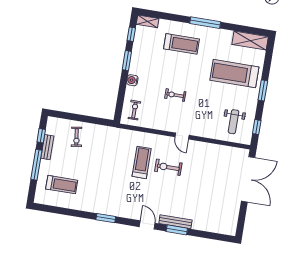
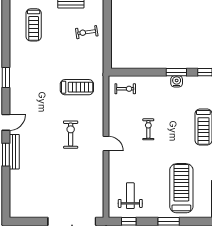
water cooler: (132, 80) -> (177, 81), moved
weight bench: (234, 122) -> (130, 196), turned 90
door: (182, 136) -> (106, 144), swing flipped
treadmill: (142, 162) -> (77, 87), moved

